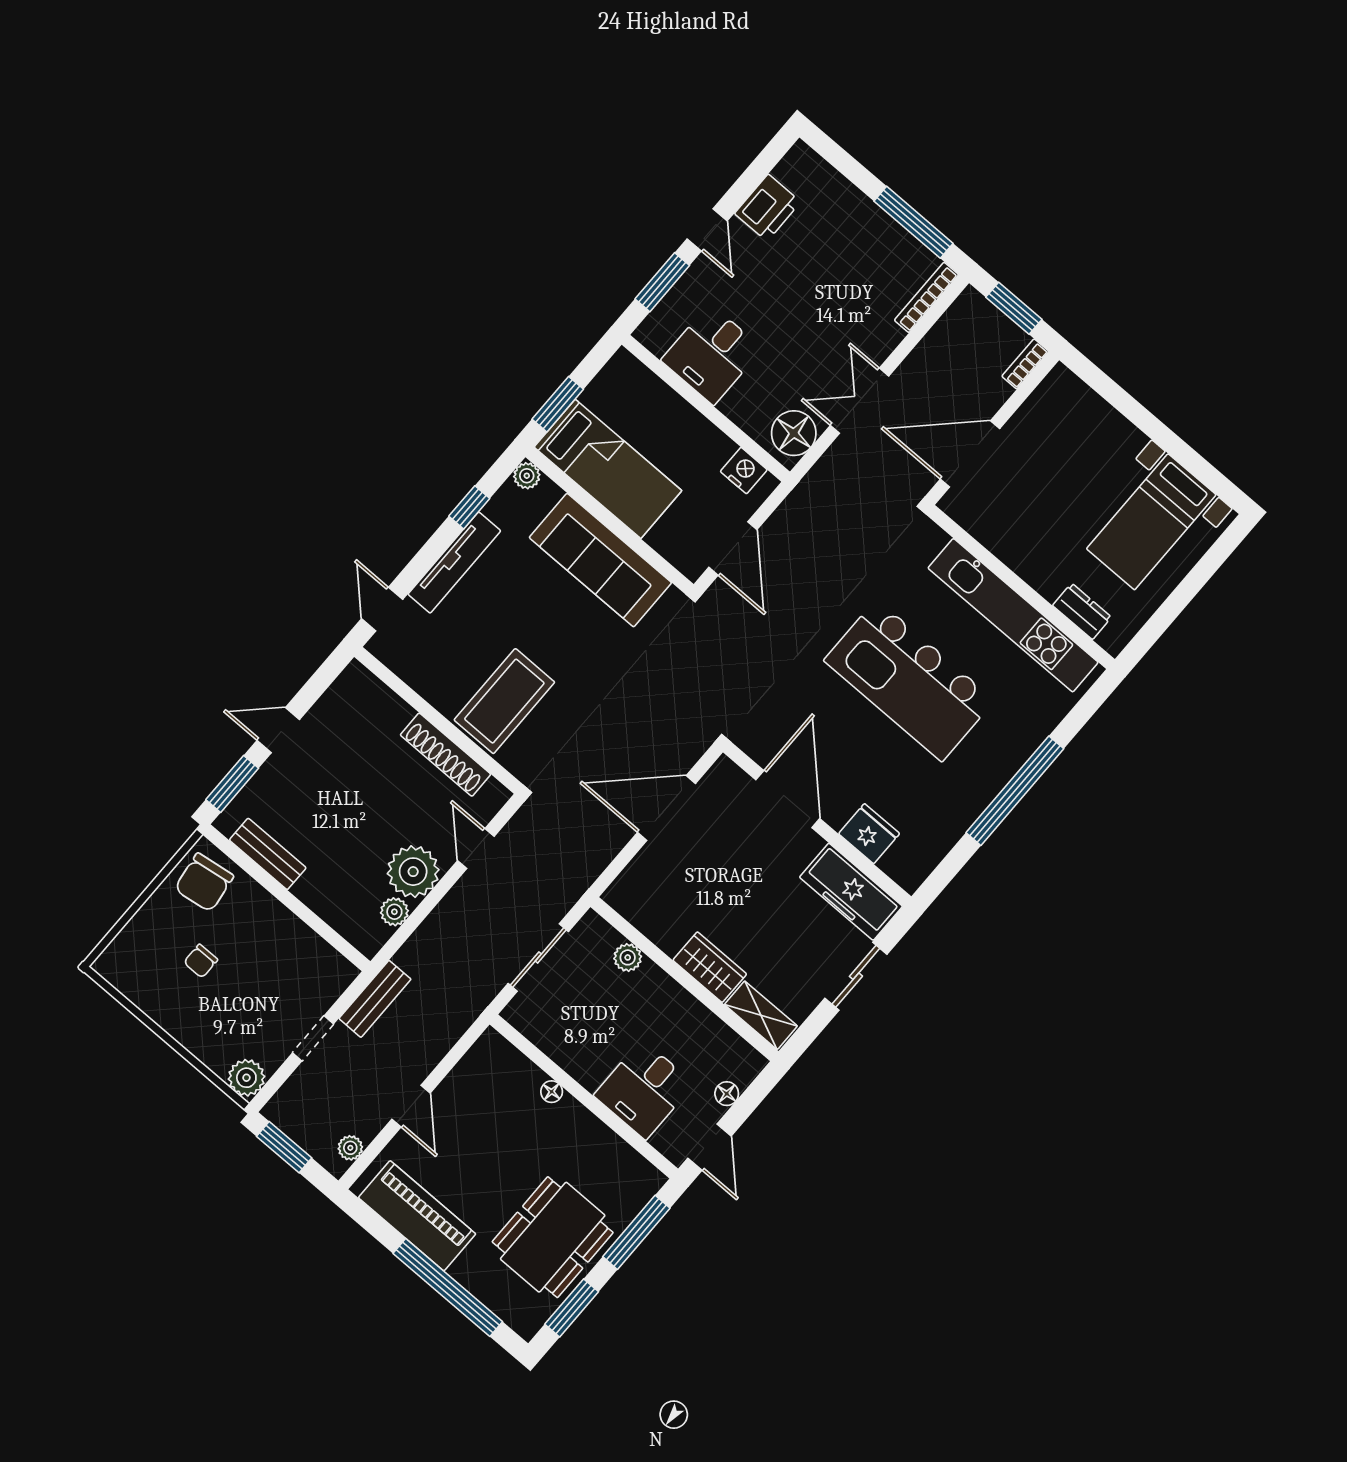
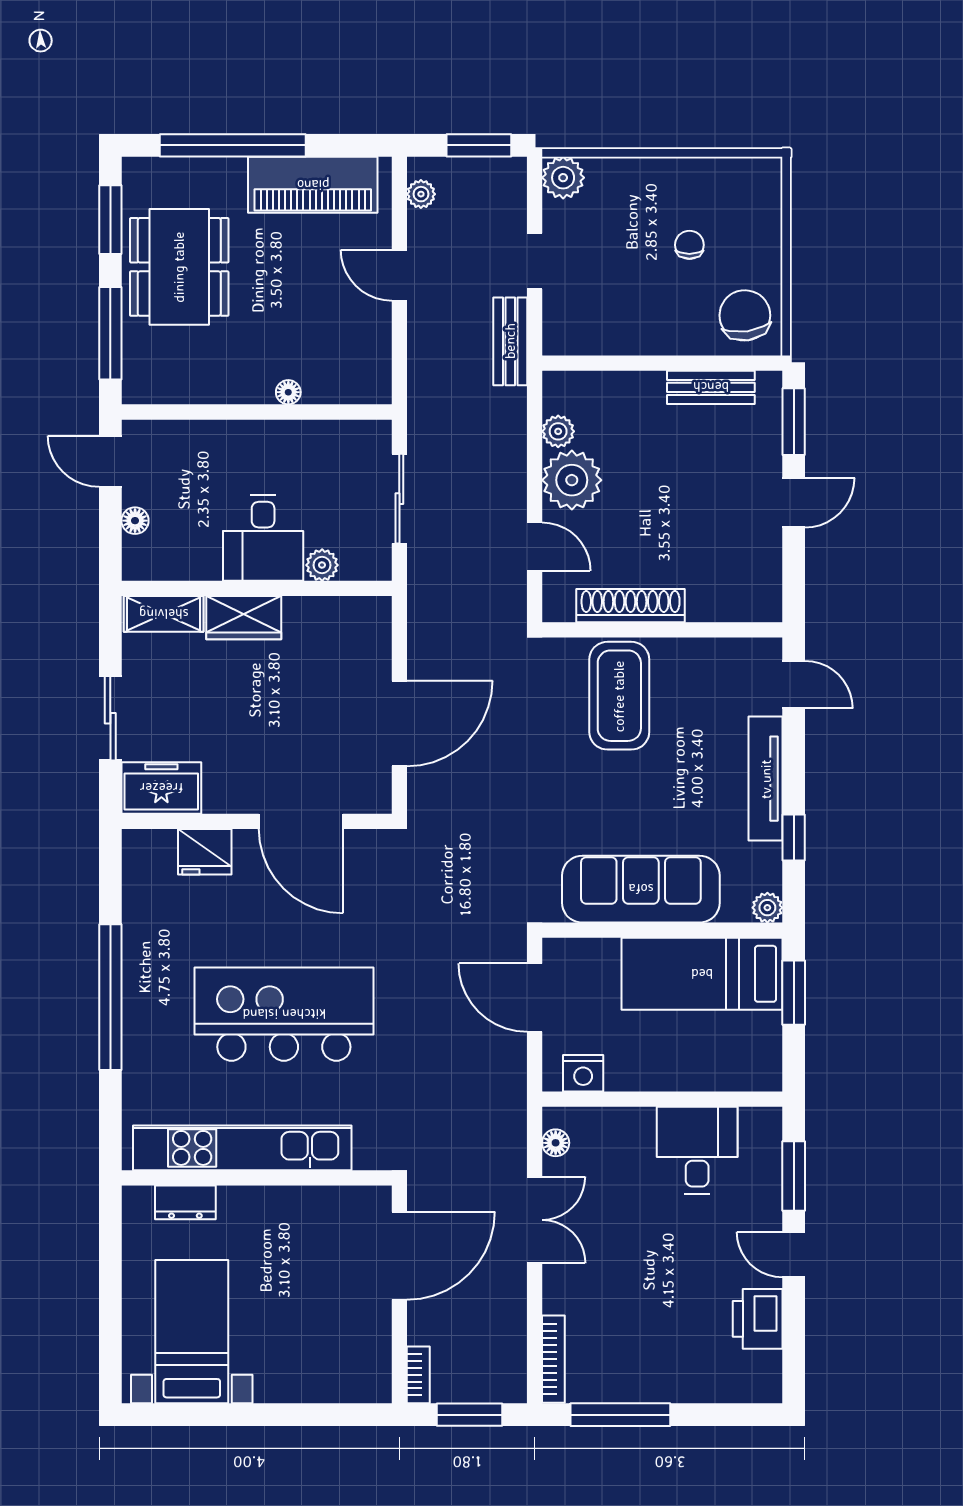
floor lamp: (794, 433) -> (556, 1143), width x0.53, depth x0.53
freezer: (851, 892) -> (161, 788), width x0.71
desk: (644, 1090) -> (263, 538), moved, turned 180

